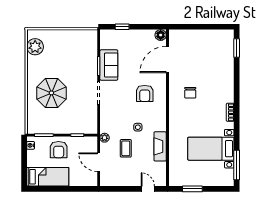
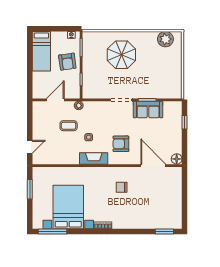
fireplace: (160, 146) -> (94, 158), moved
bed with nightstands: (211, 149) -> (68, 207), width x1.36
armchair: (59, 150) -> (67, 62), turned -98

